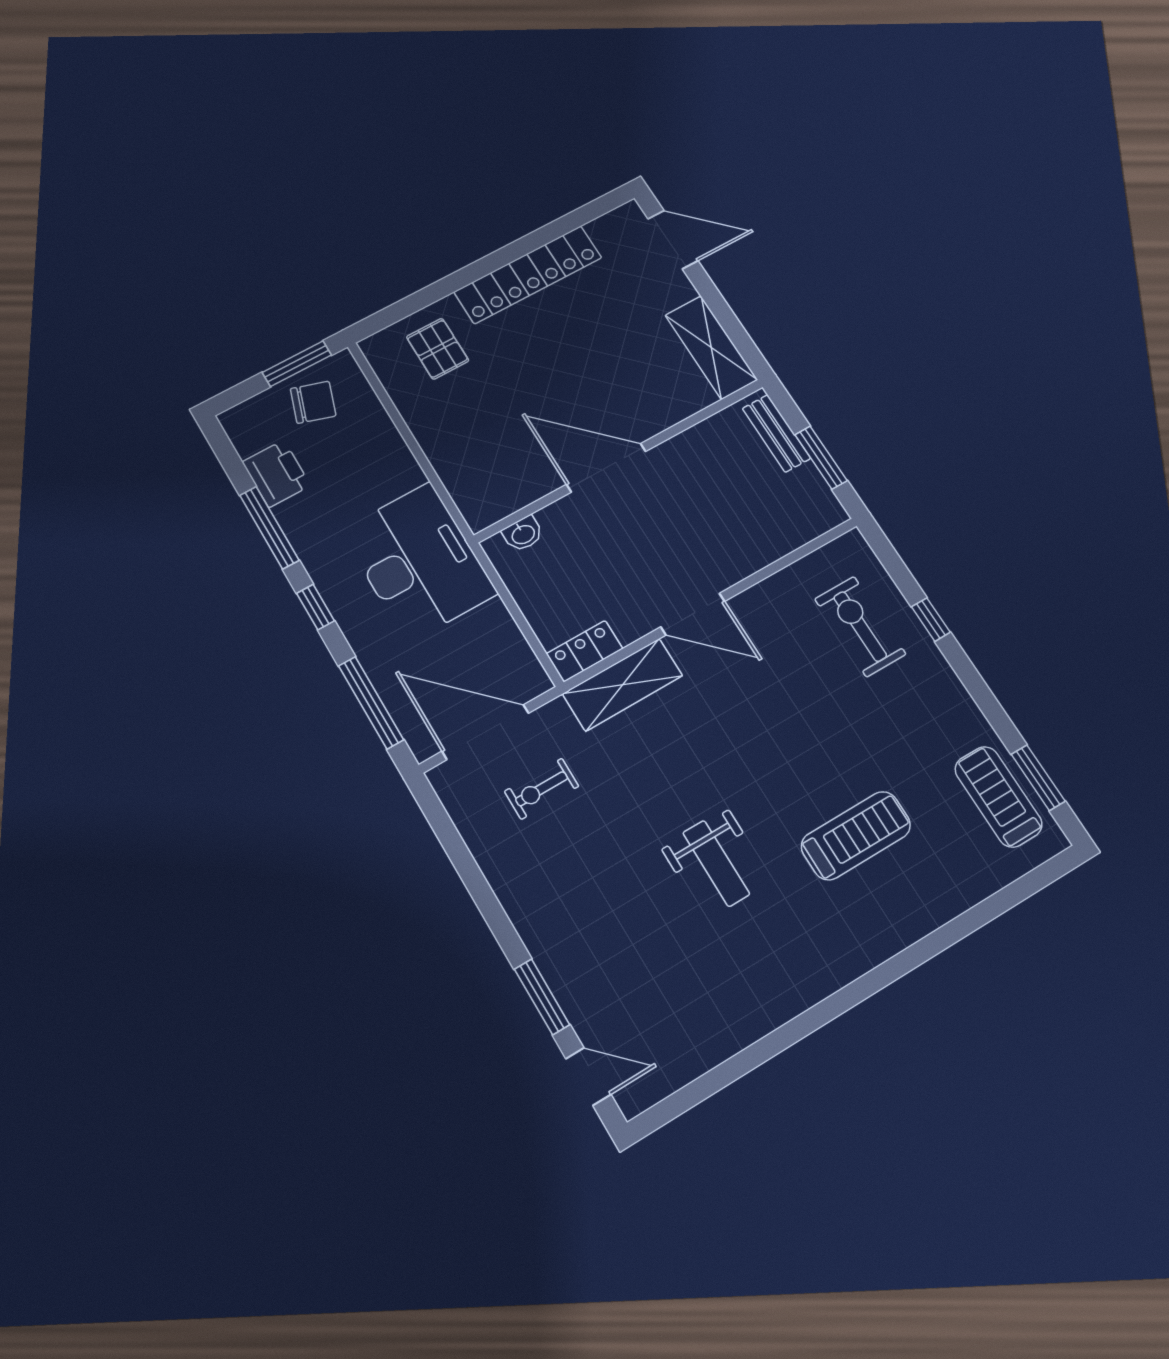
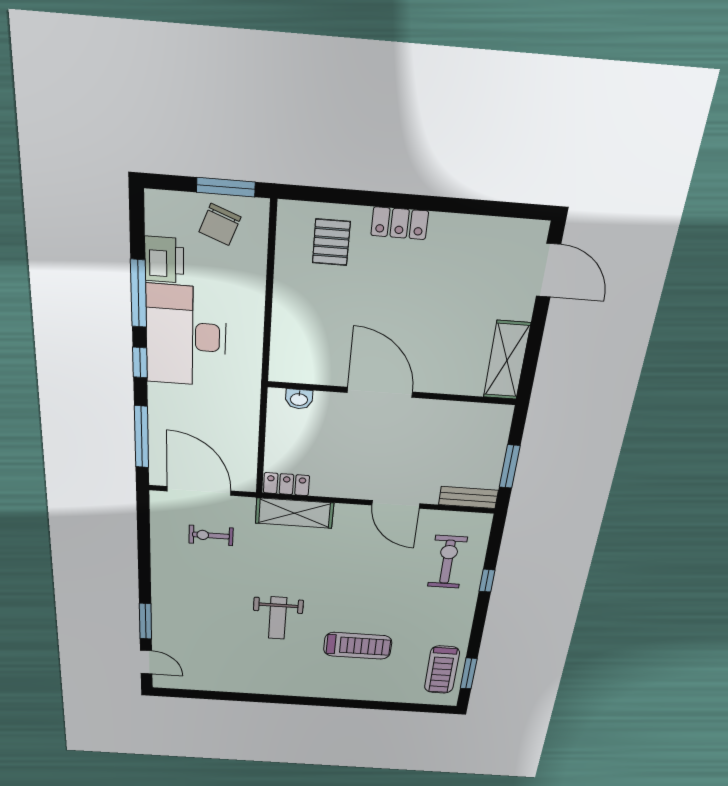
locker: (528, 275) -> (400, 223), width x0.46, depth x0.83
chair: (313, 402) -> (220, 224), turned 93
bench: (776, 433) -> (468, 497), moved, turned 90
desk: (419, 562) -> (186, 336), moved, turned 180
door: (693, 614) -> (396, 504), moved
treadmill: (998, 797) -> (442, 670), turned 180

